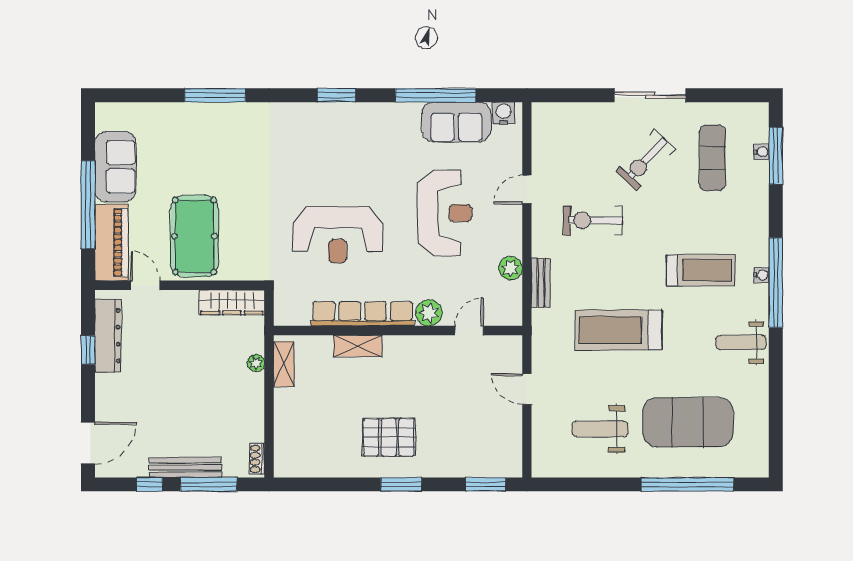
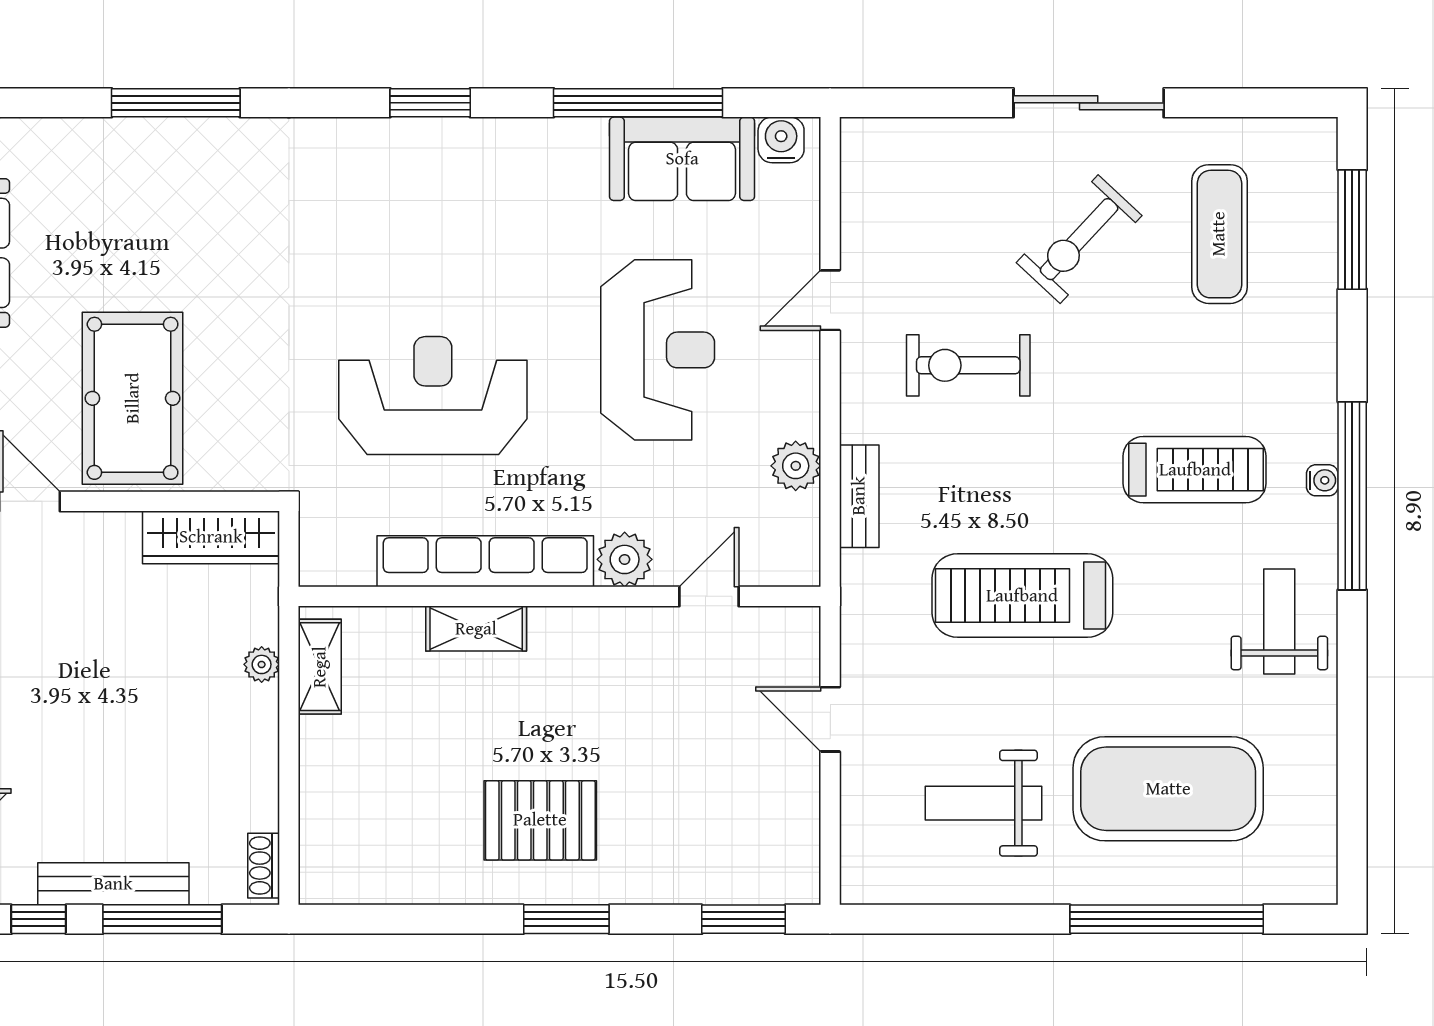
water cooler: (761, 152) -> (1322, 222), removed
reception desk: (338, 235) -> (433, 396), turned 180
weight bench: (741, 342) -> (1279, 621), turned 90

